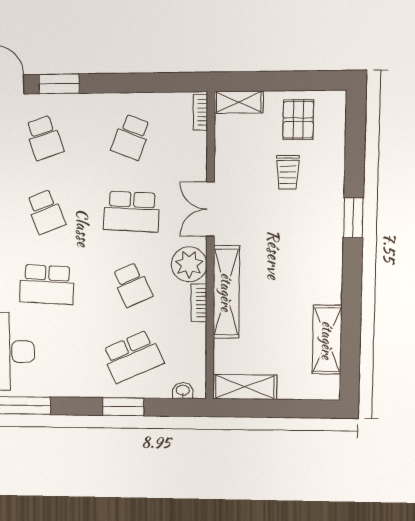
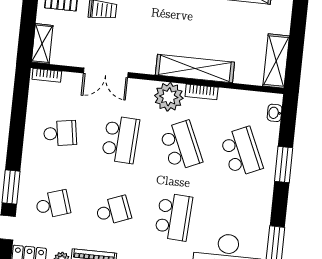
school desk: (131, 137) -> (60, 133), turned -30
double door: (210, 209) -> (106, 73), moved
school desk: (132, 285) -> (181, 146), width x1.85

